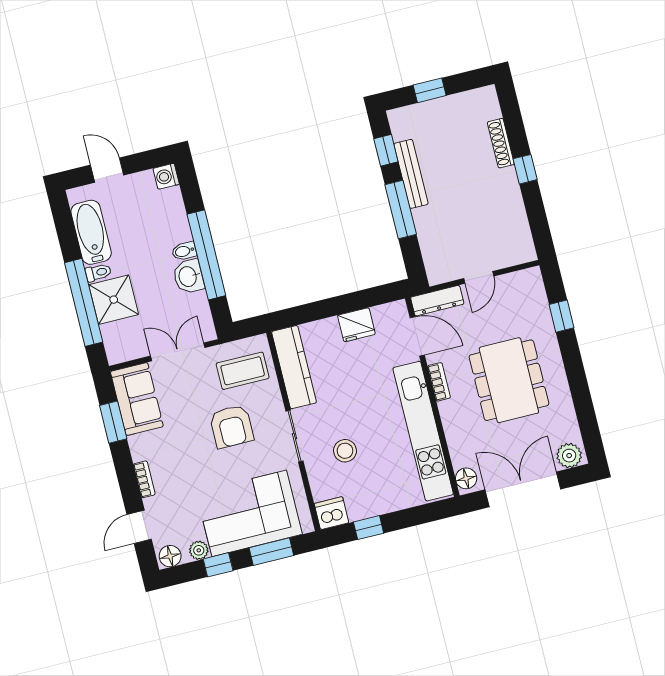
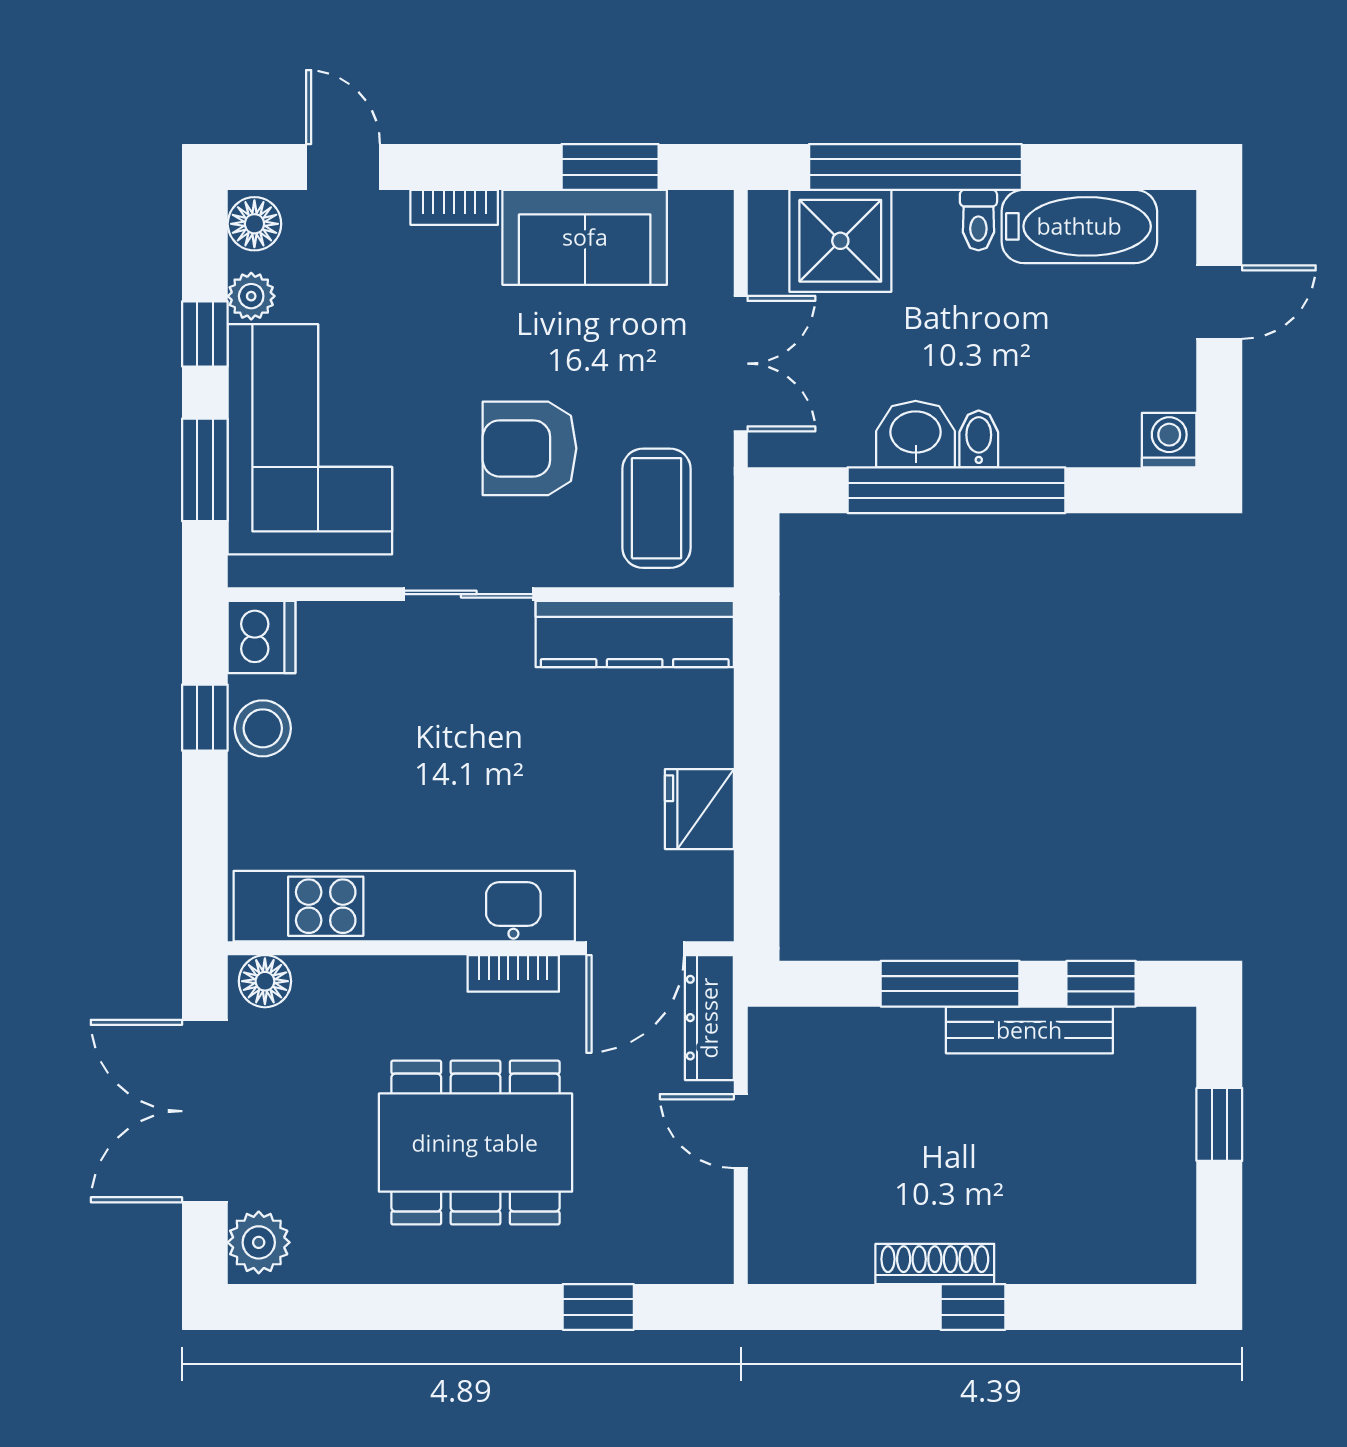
shoe rack: (501, 143) -> (935, 1264), moved
shower: (114, 300) -> (840, 241), moved
sofa: (137, 399) -> (585, 237), moved
stool: (345, 451) -> (263, 728), moved
double door: (523, 489) -> (205, 1111), swing flipped

